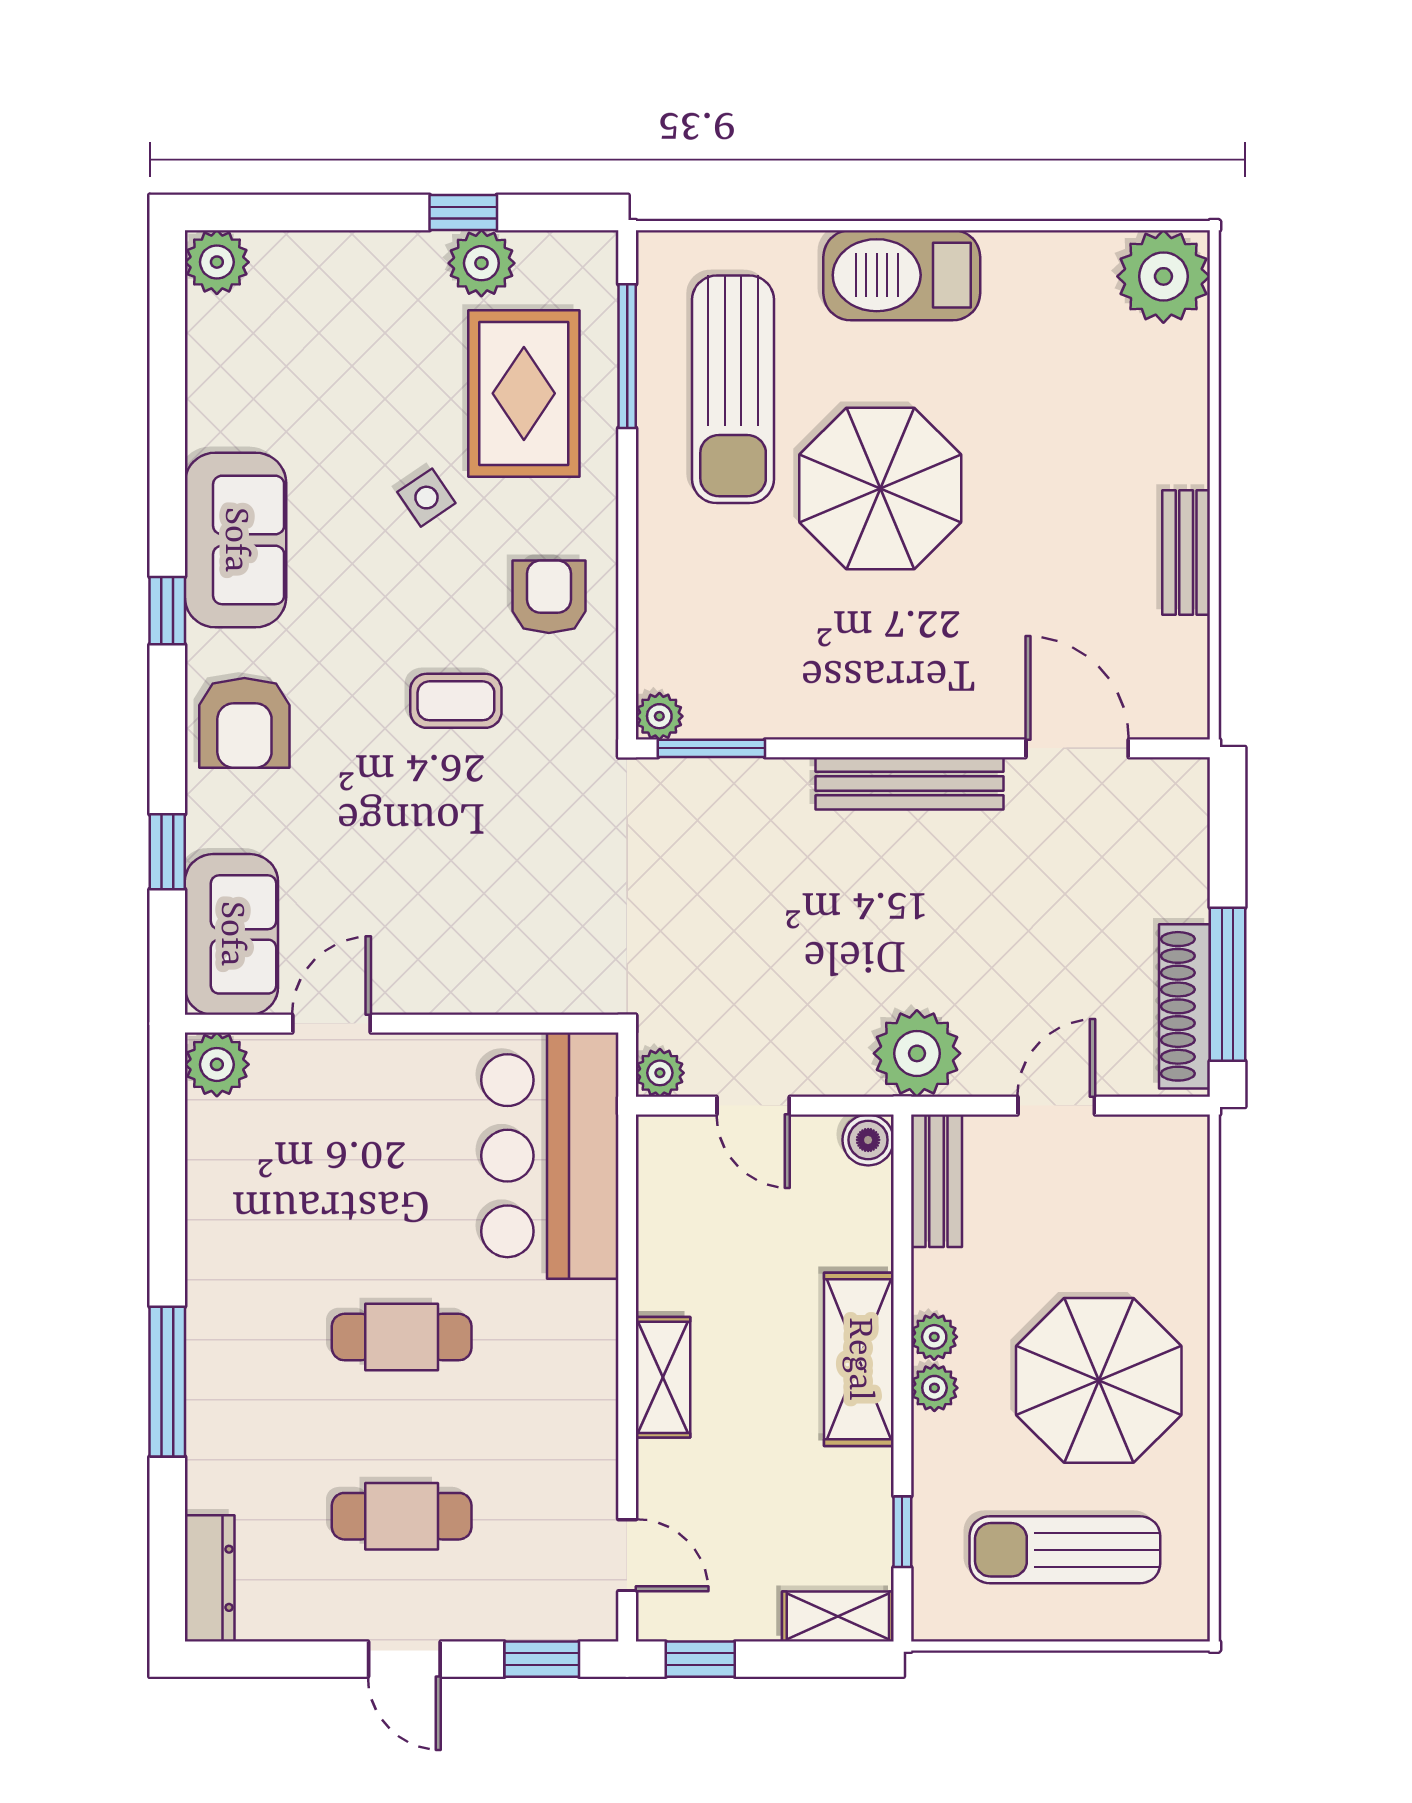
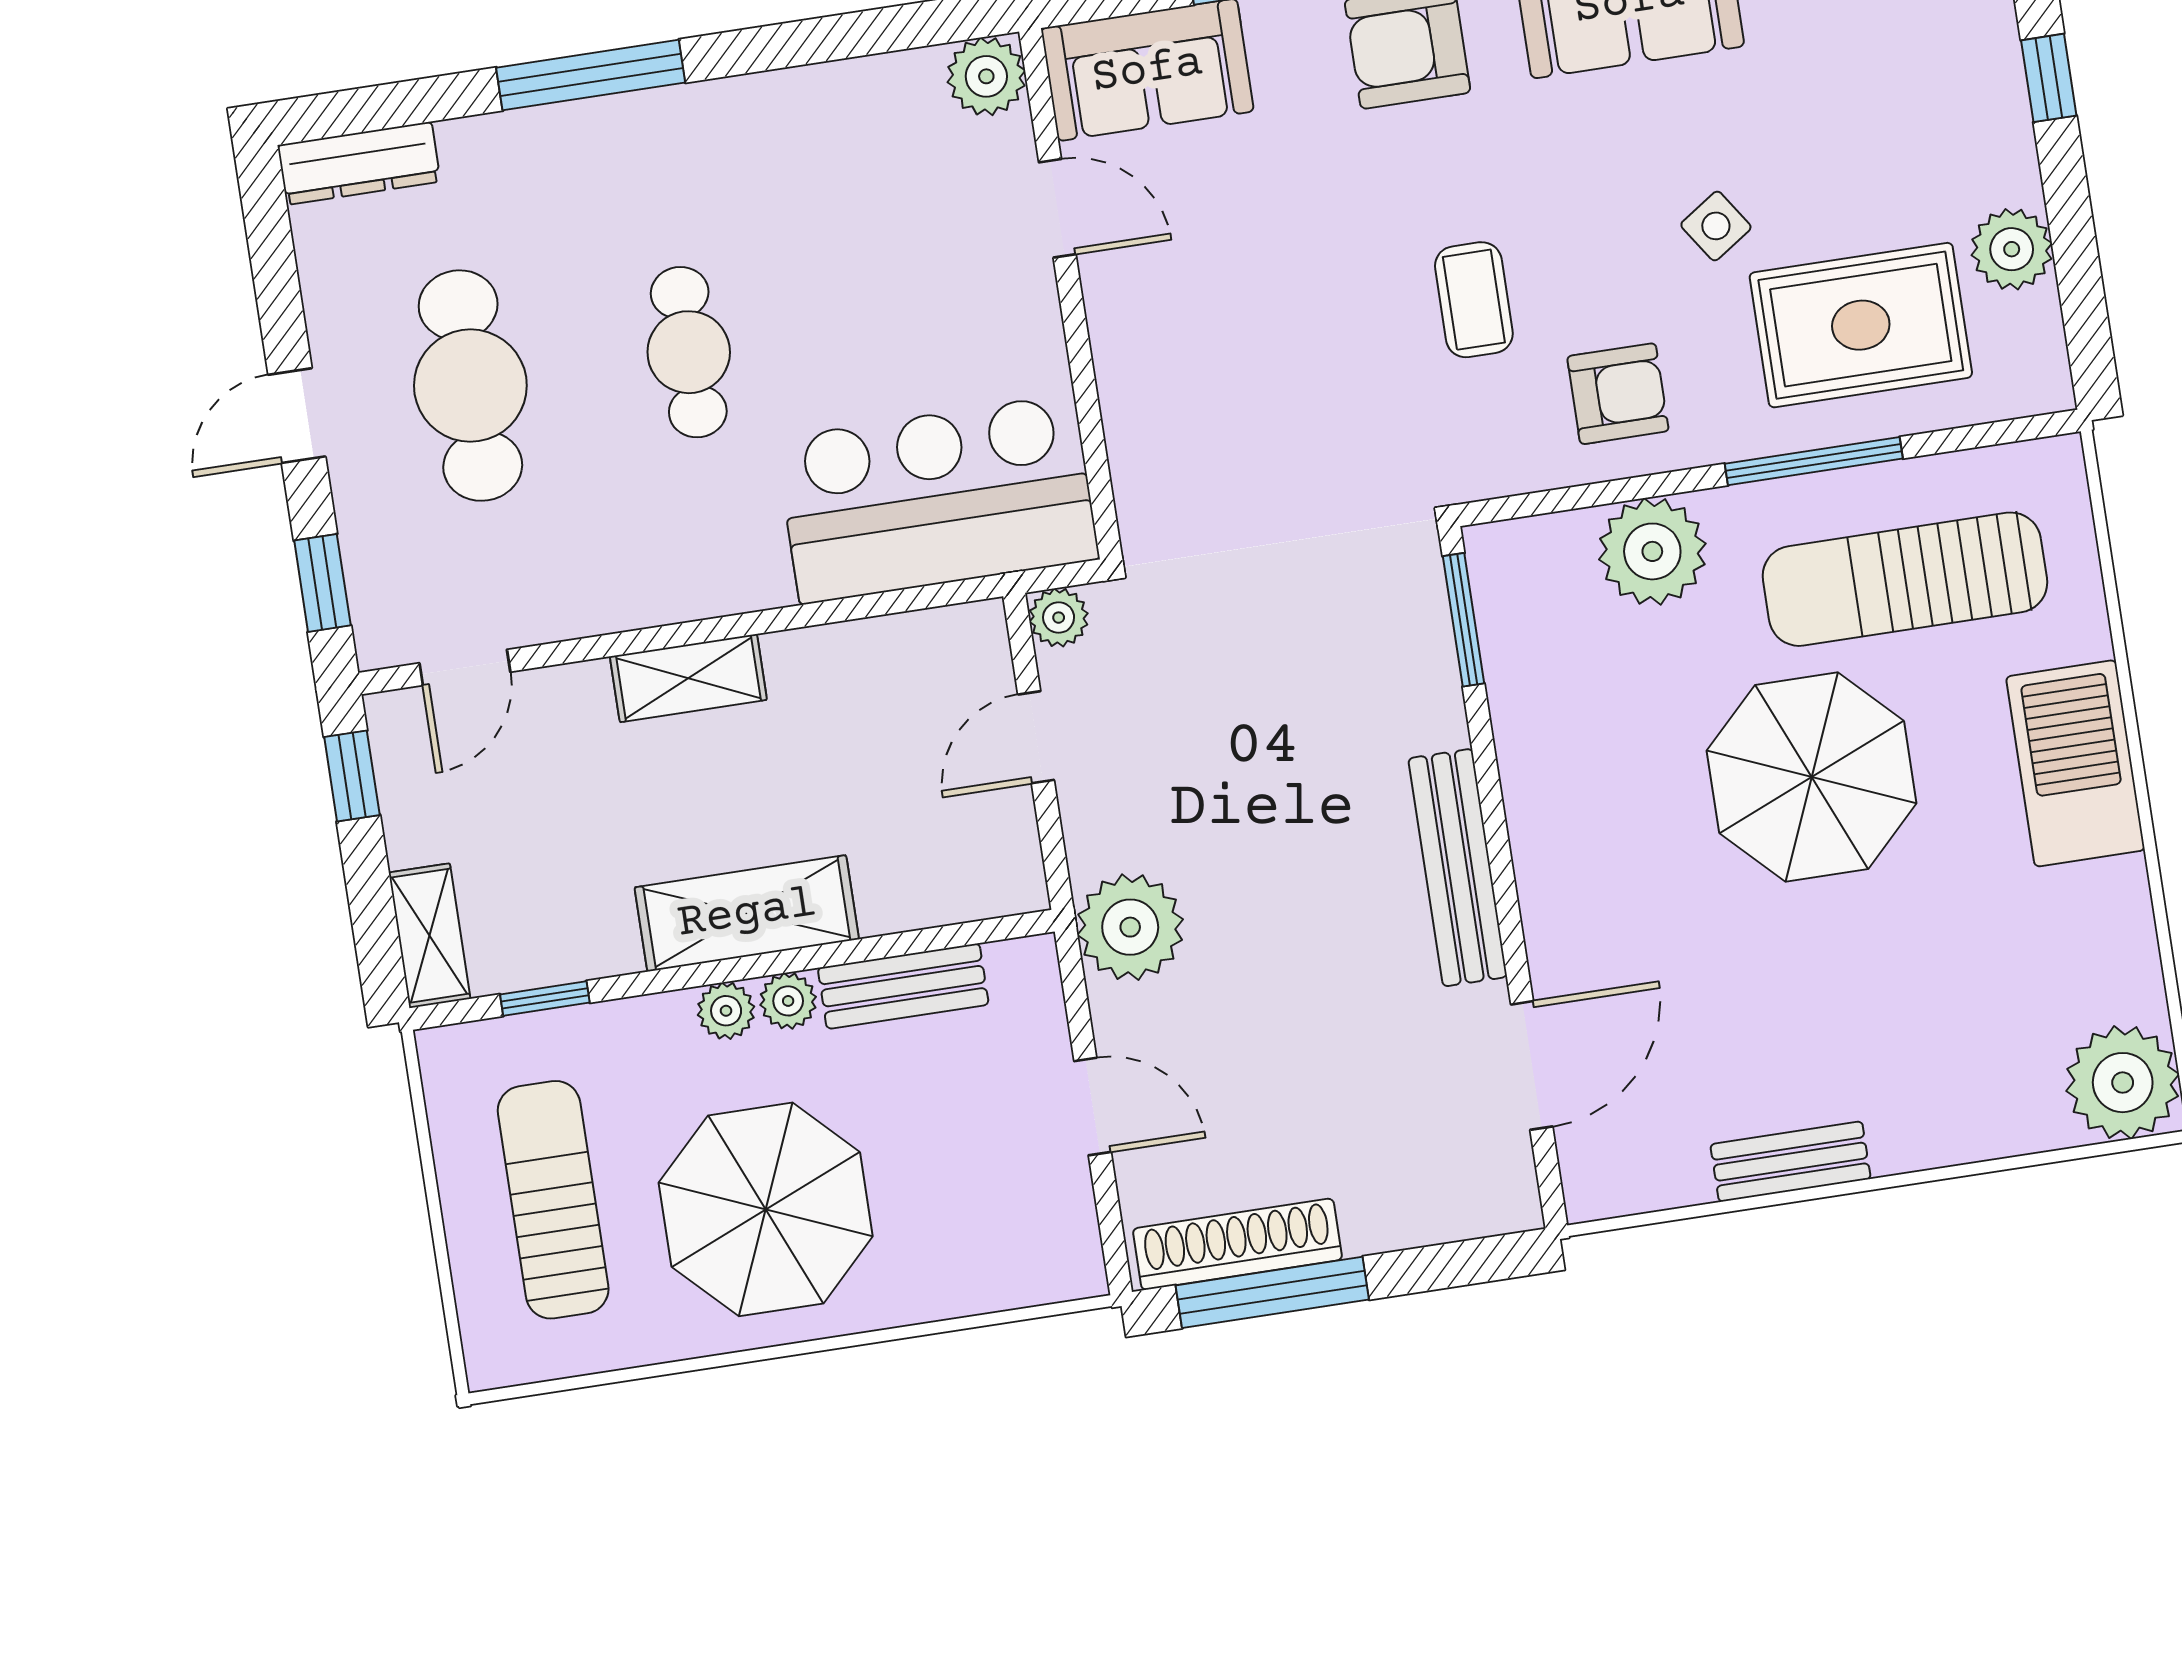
window: (463, 212) -> (2049, 78), moved
window: (627, 356) -> (1814, 461), moved
plant: (659, 716) -> (1652, 551), moved, width x1.88, depth x1.88
boiler: (868, 1140) -> (1016, 884), removed
bench: (937, 1181) -> (903, 986), moved
cafe table: (402, 1516) -> (470, 386), width x1.37, depth x1.35

